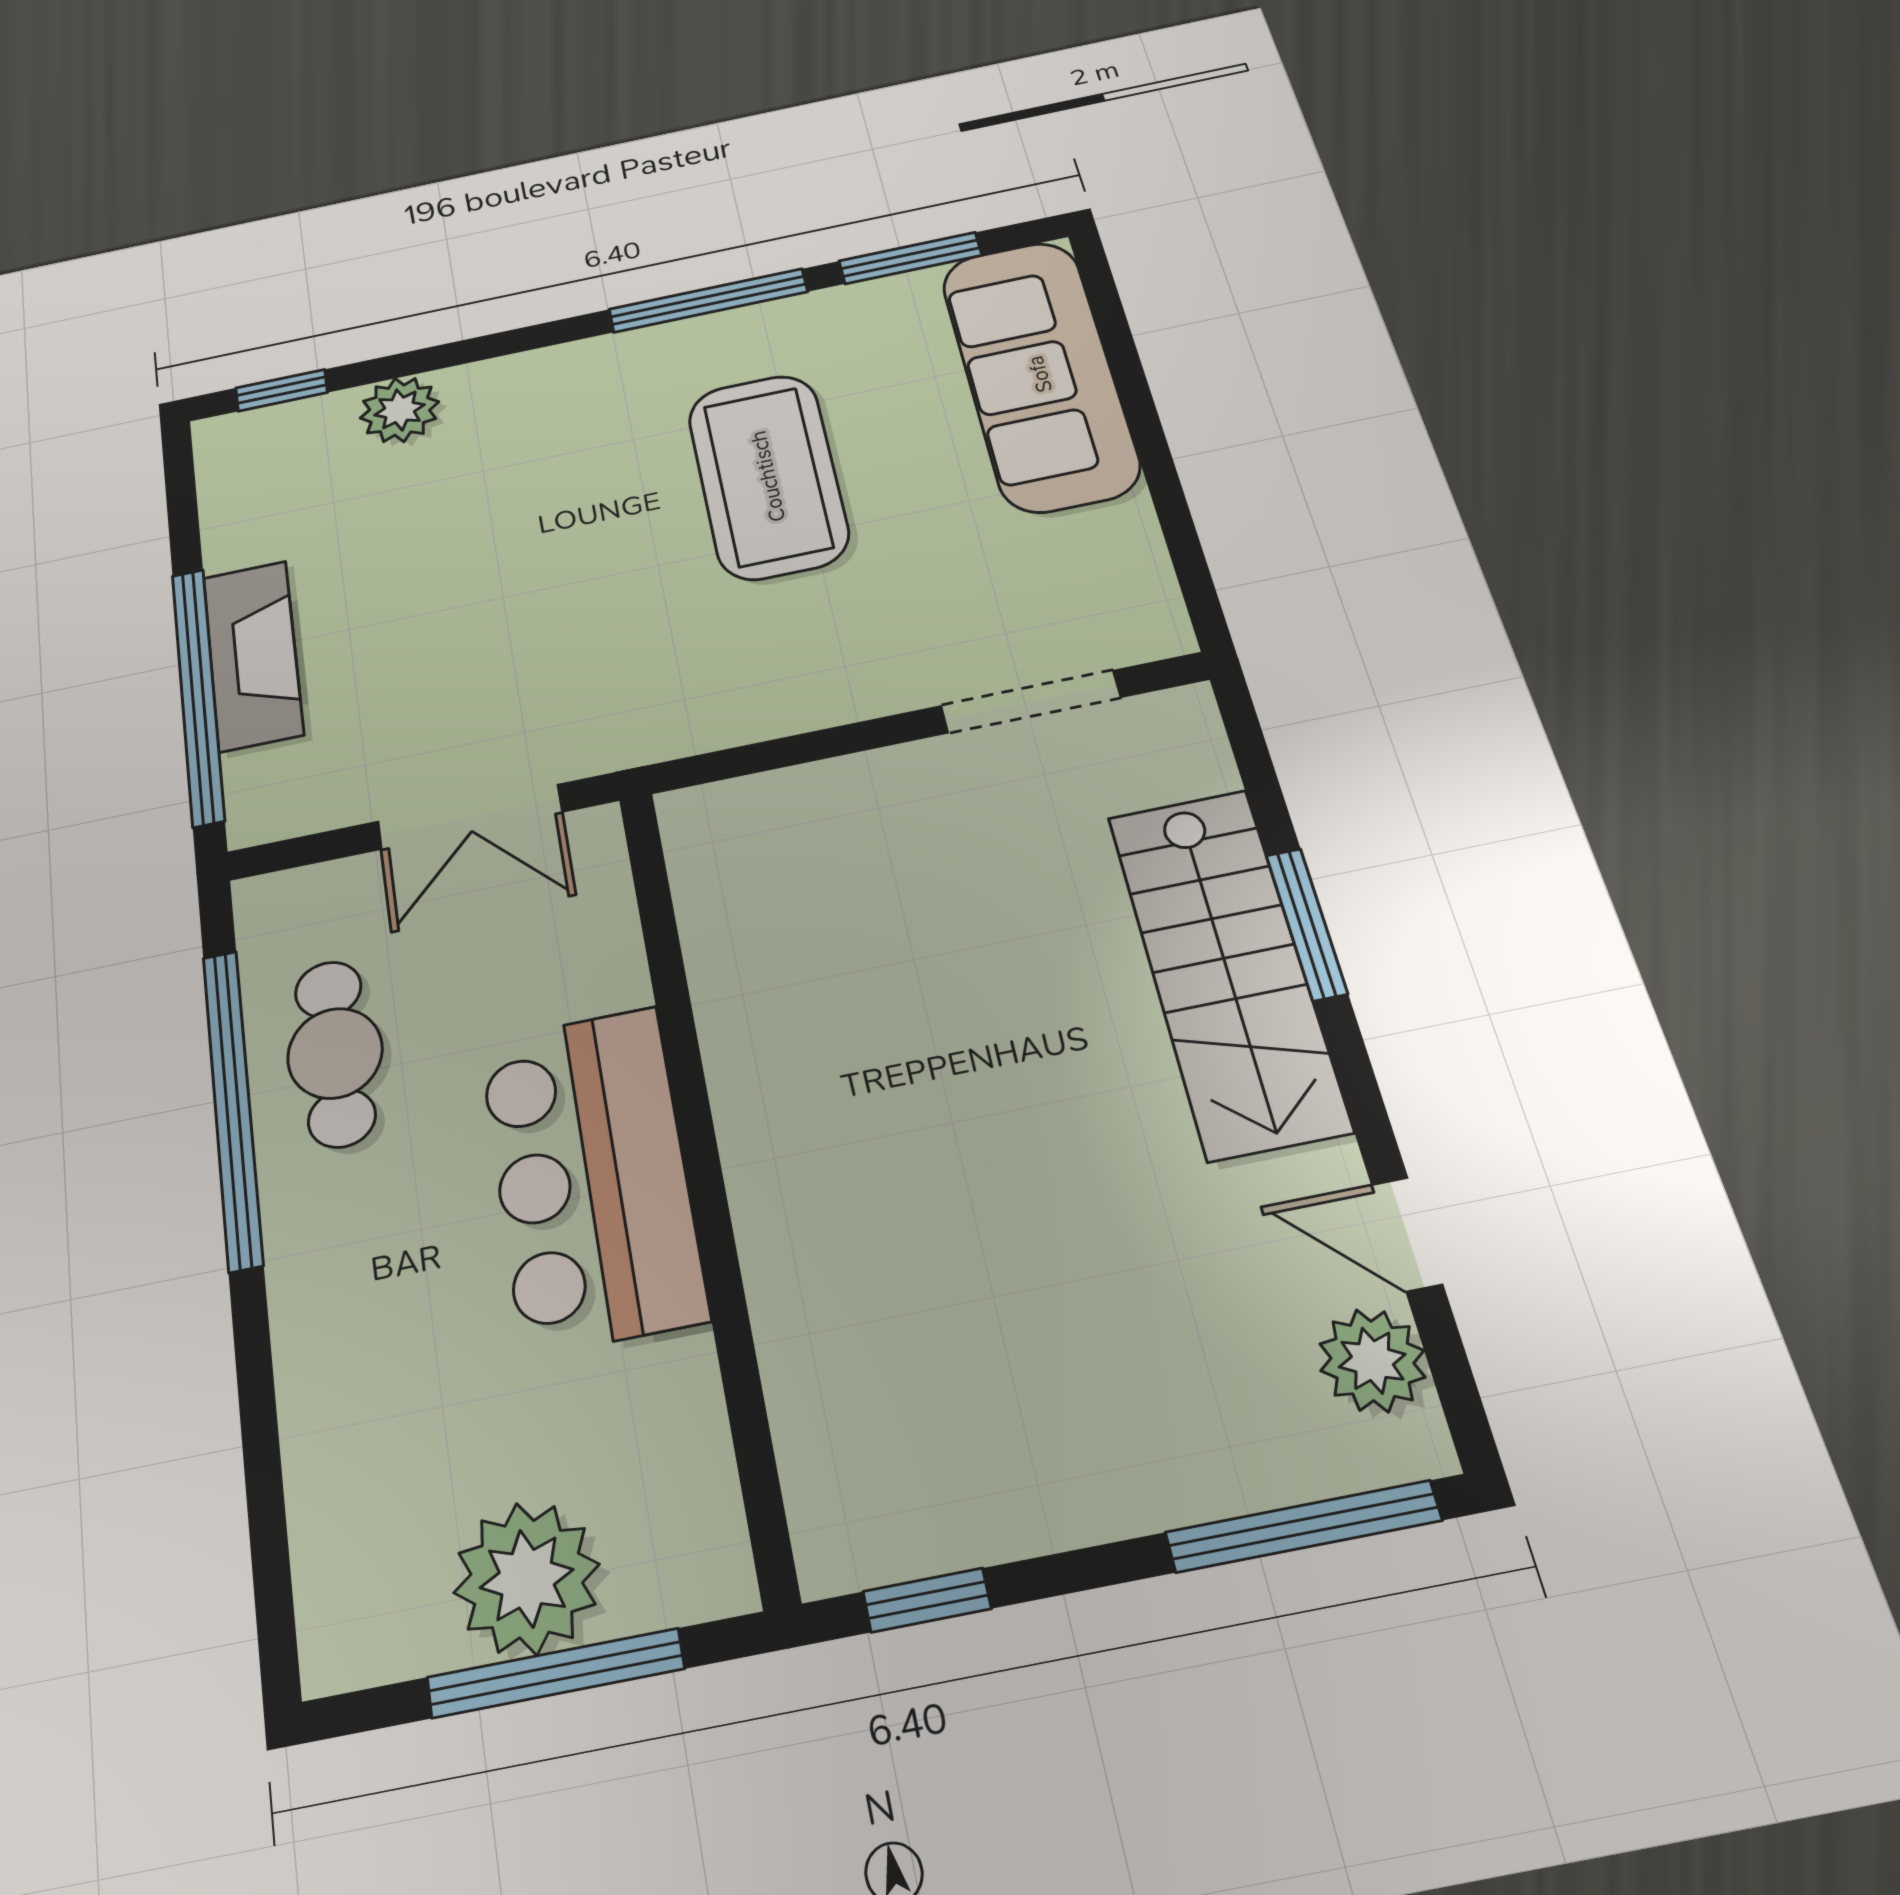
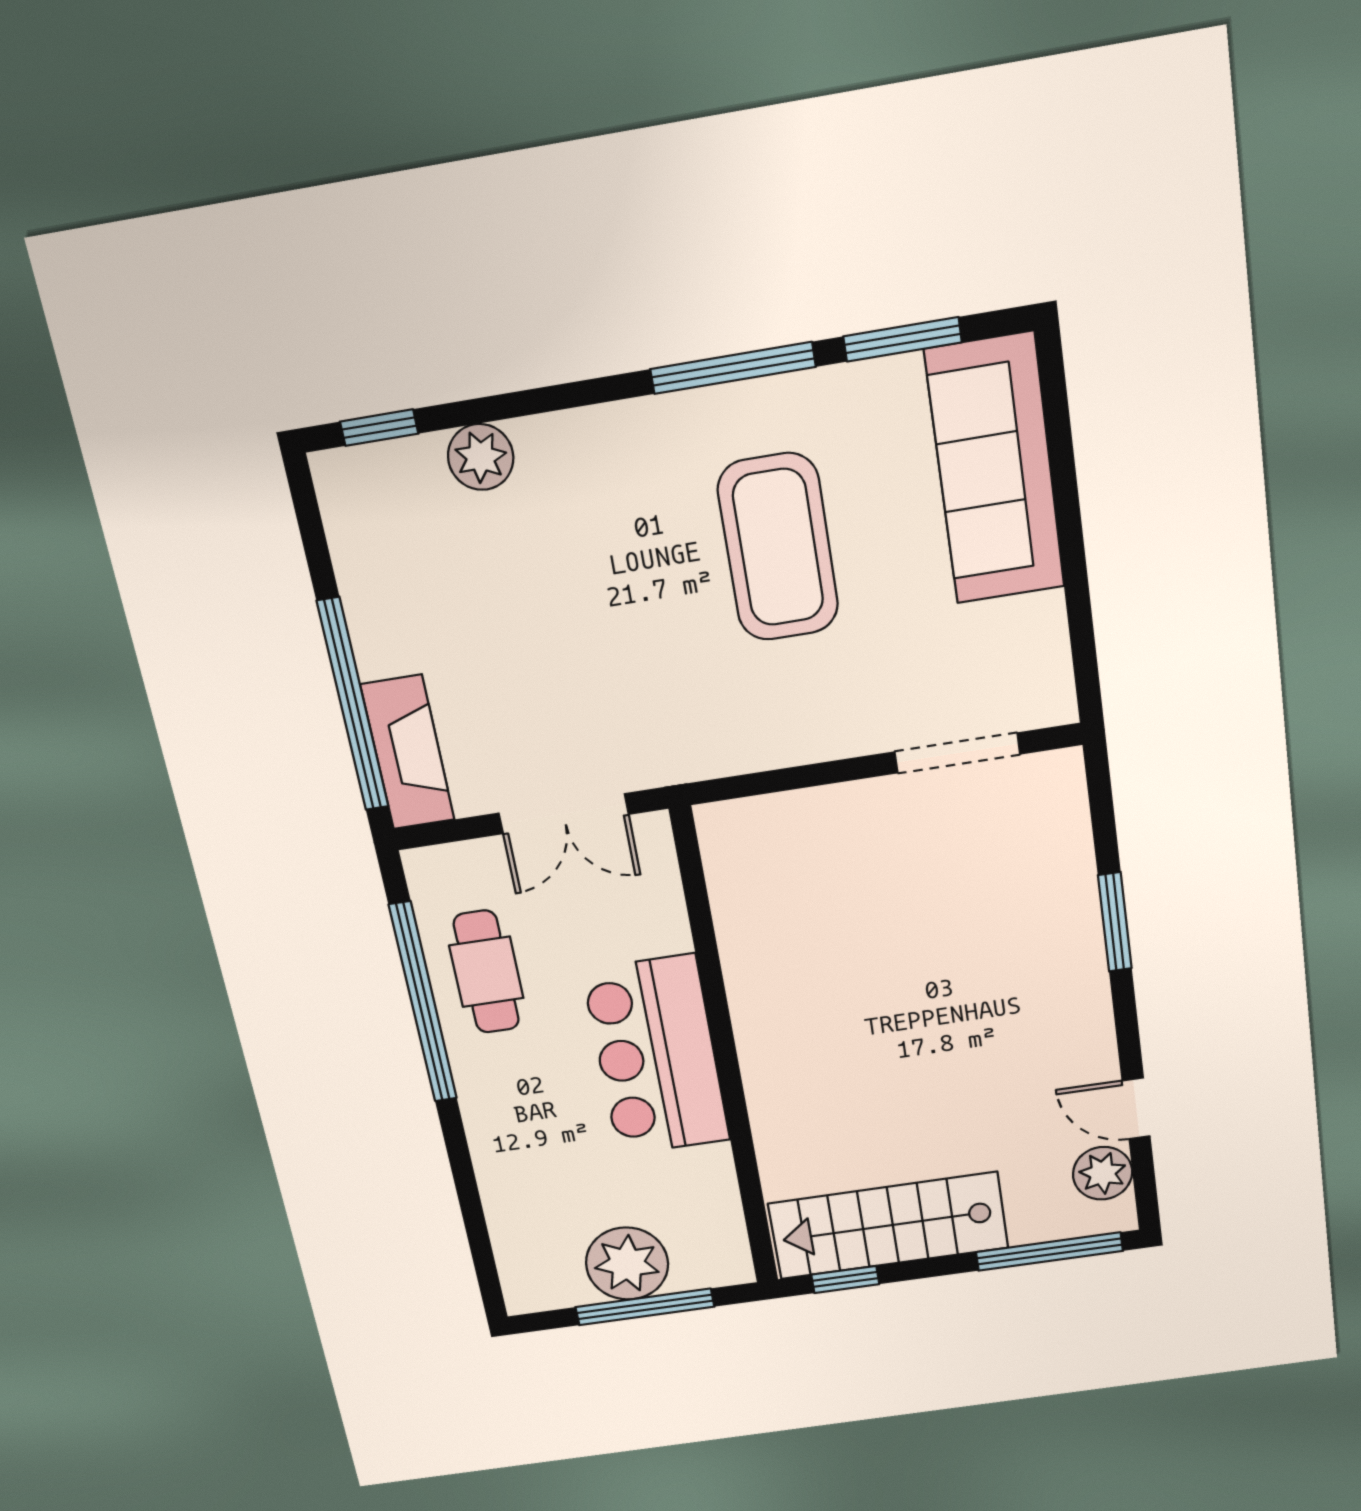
fireplace: (253, 655) -> (408, 752), moved
stairs: (1227, 970) -> (888, 1226), moved, turned 90

